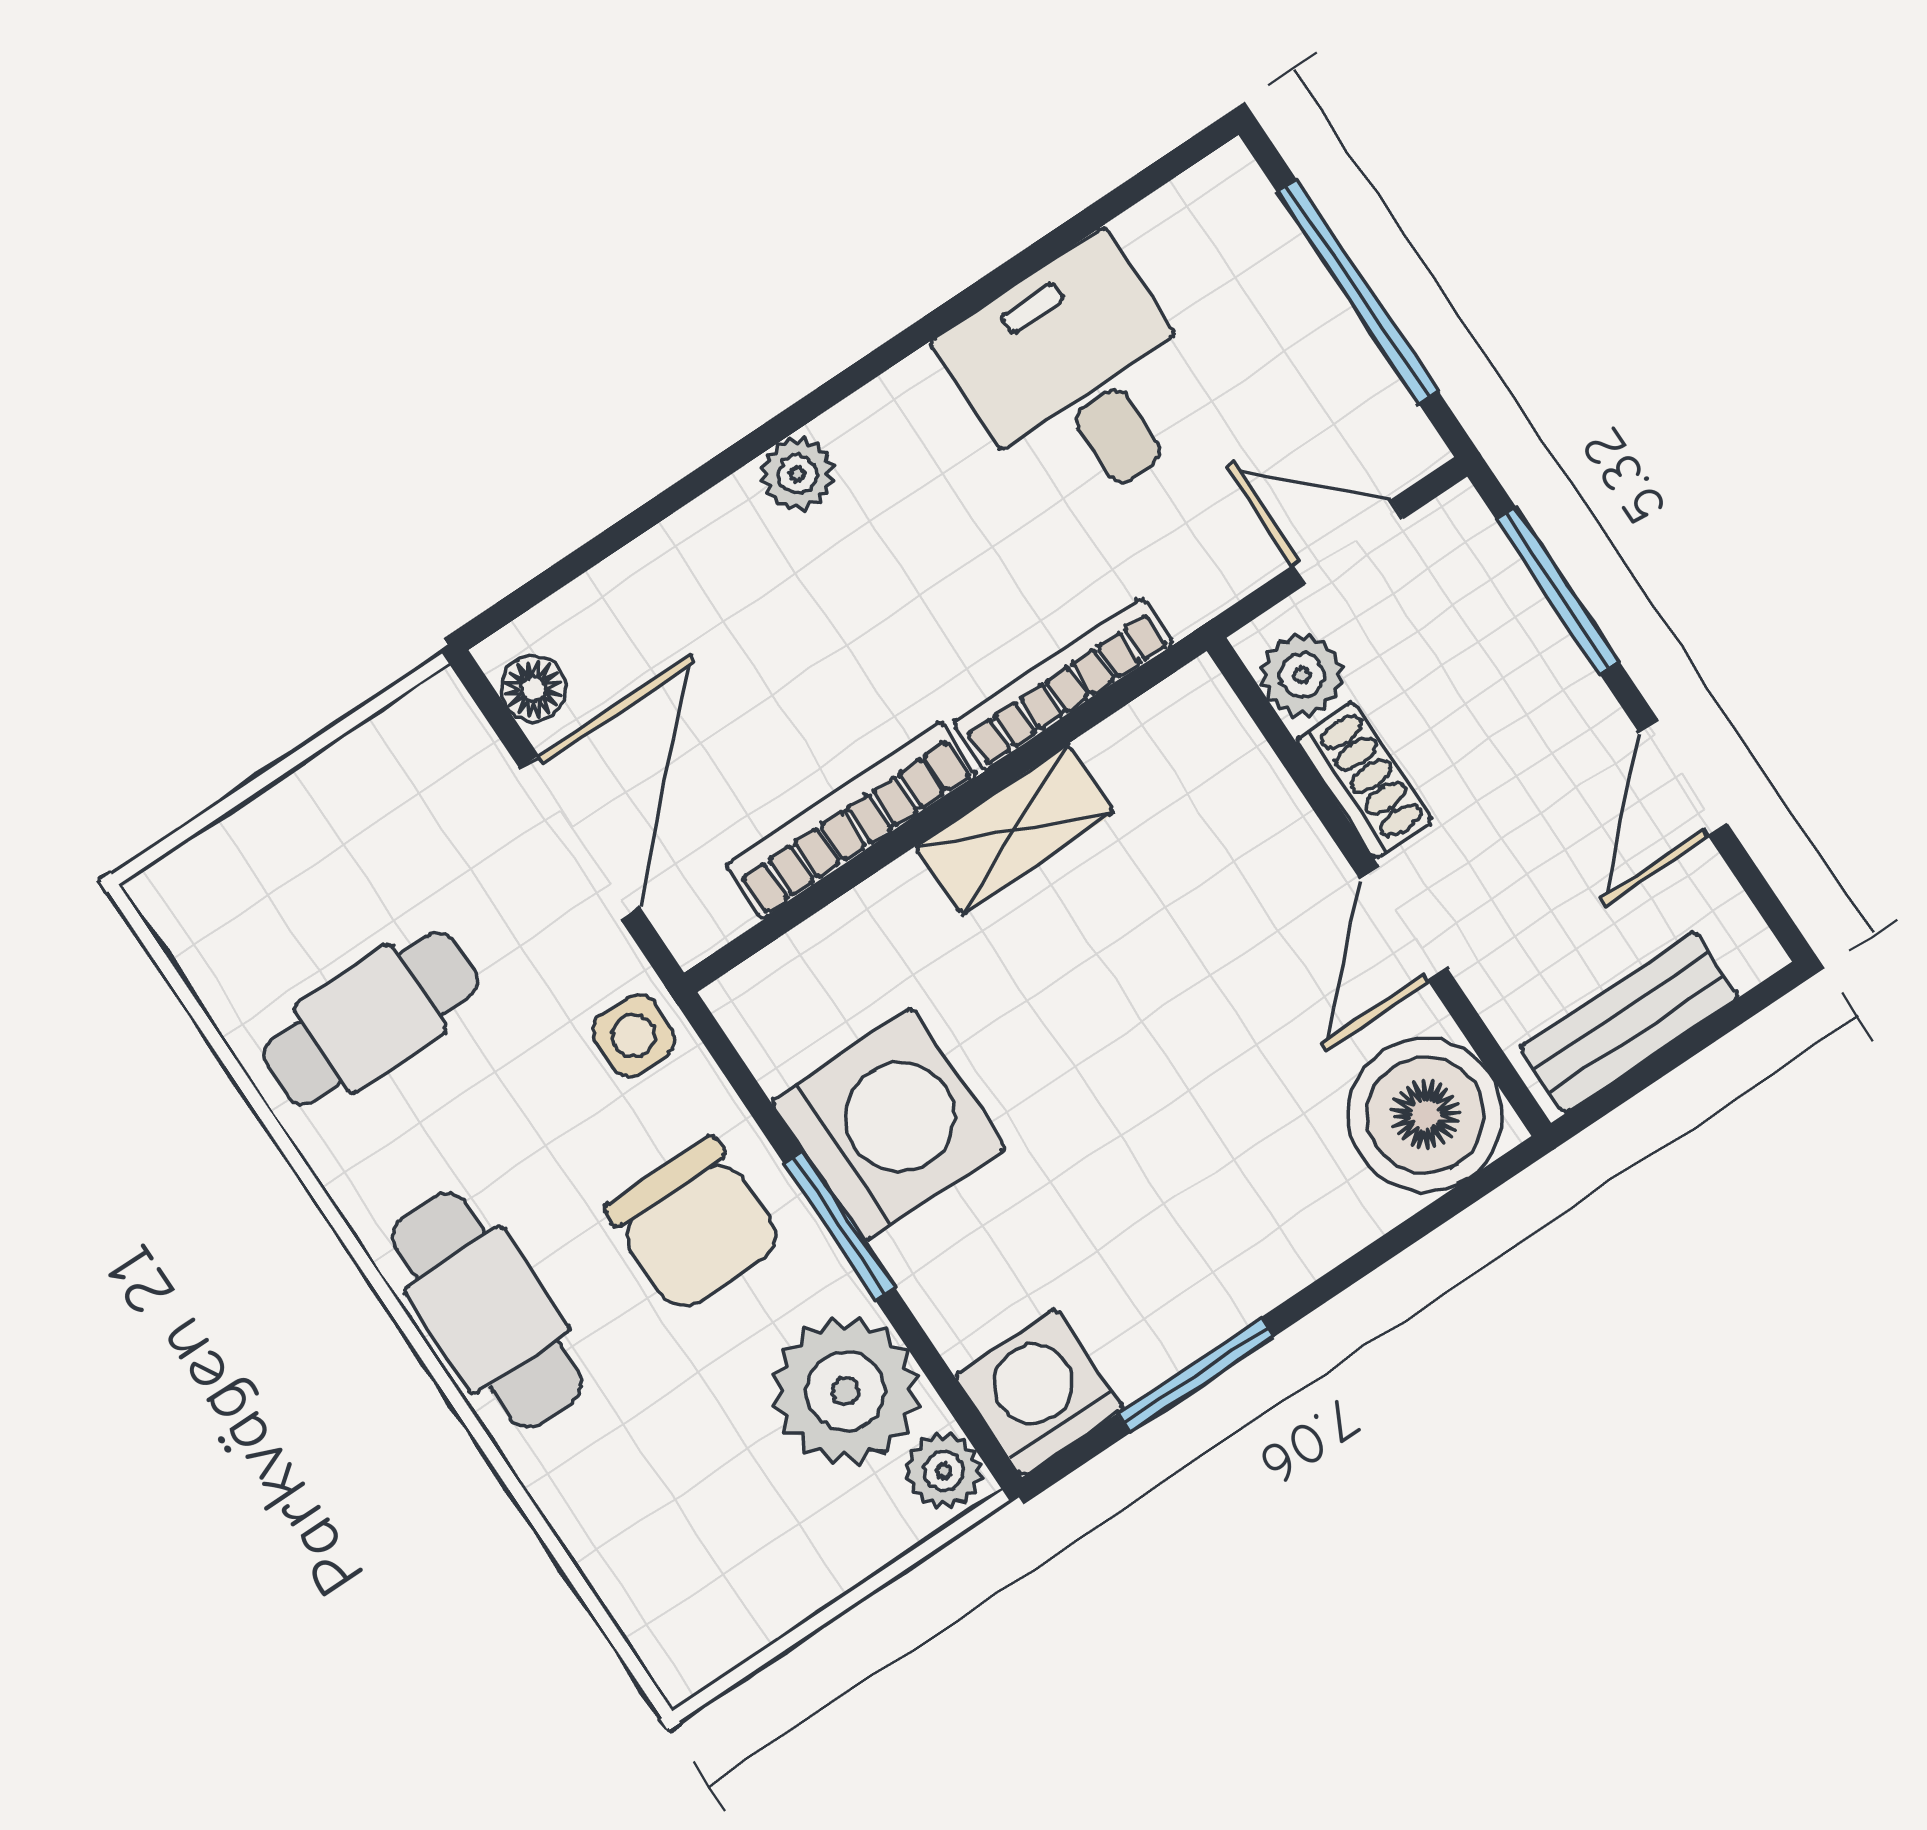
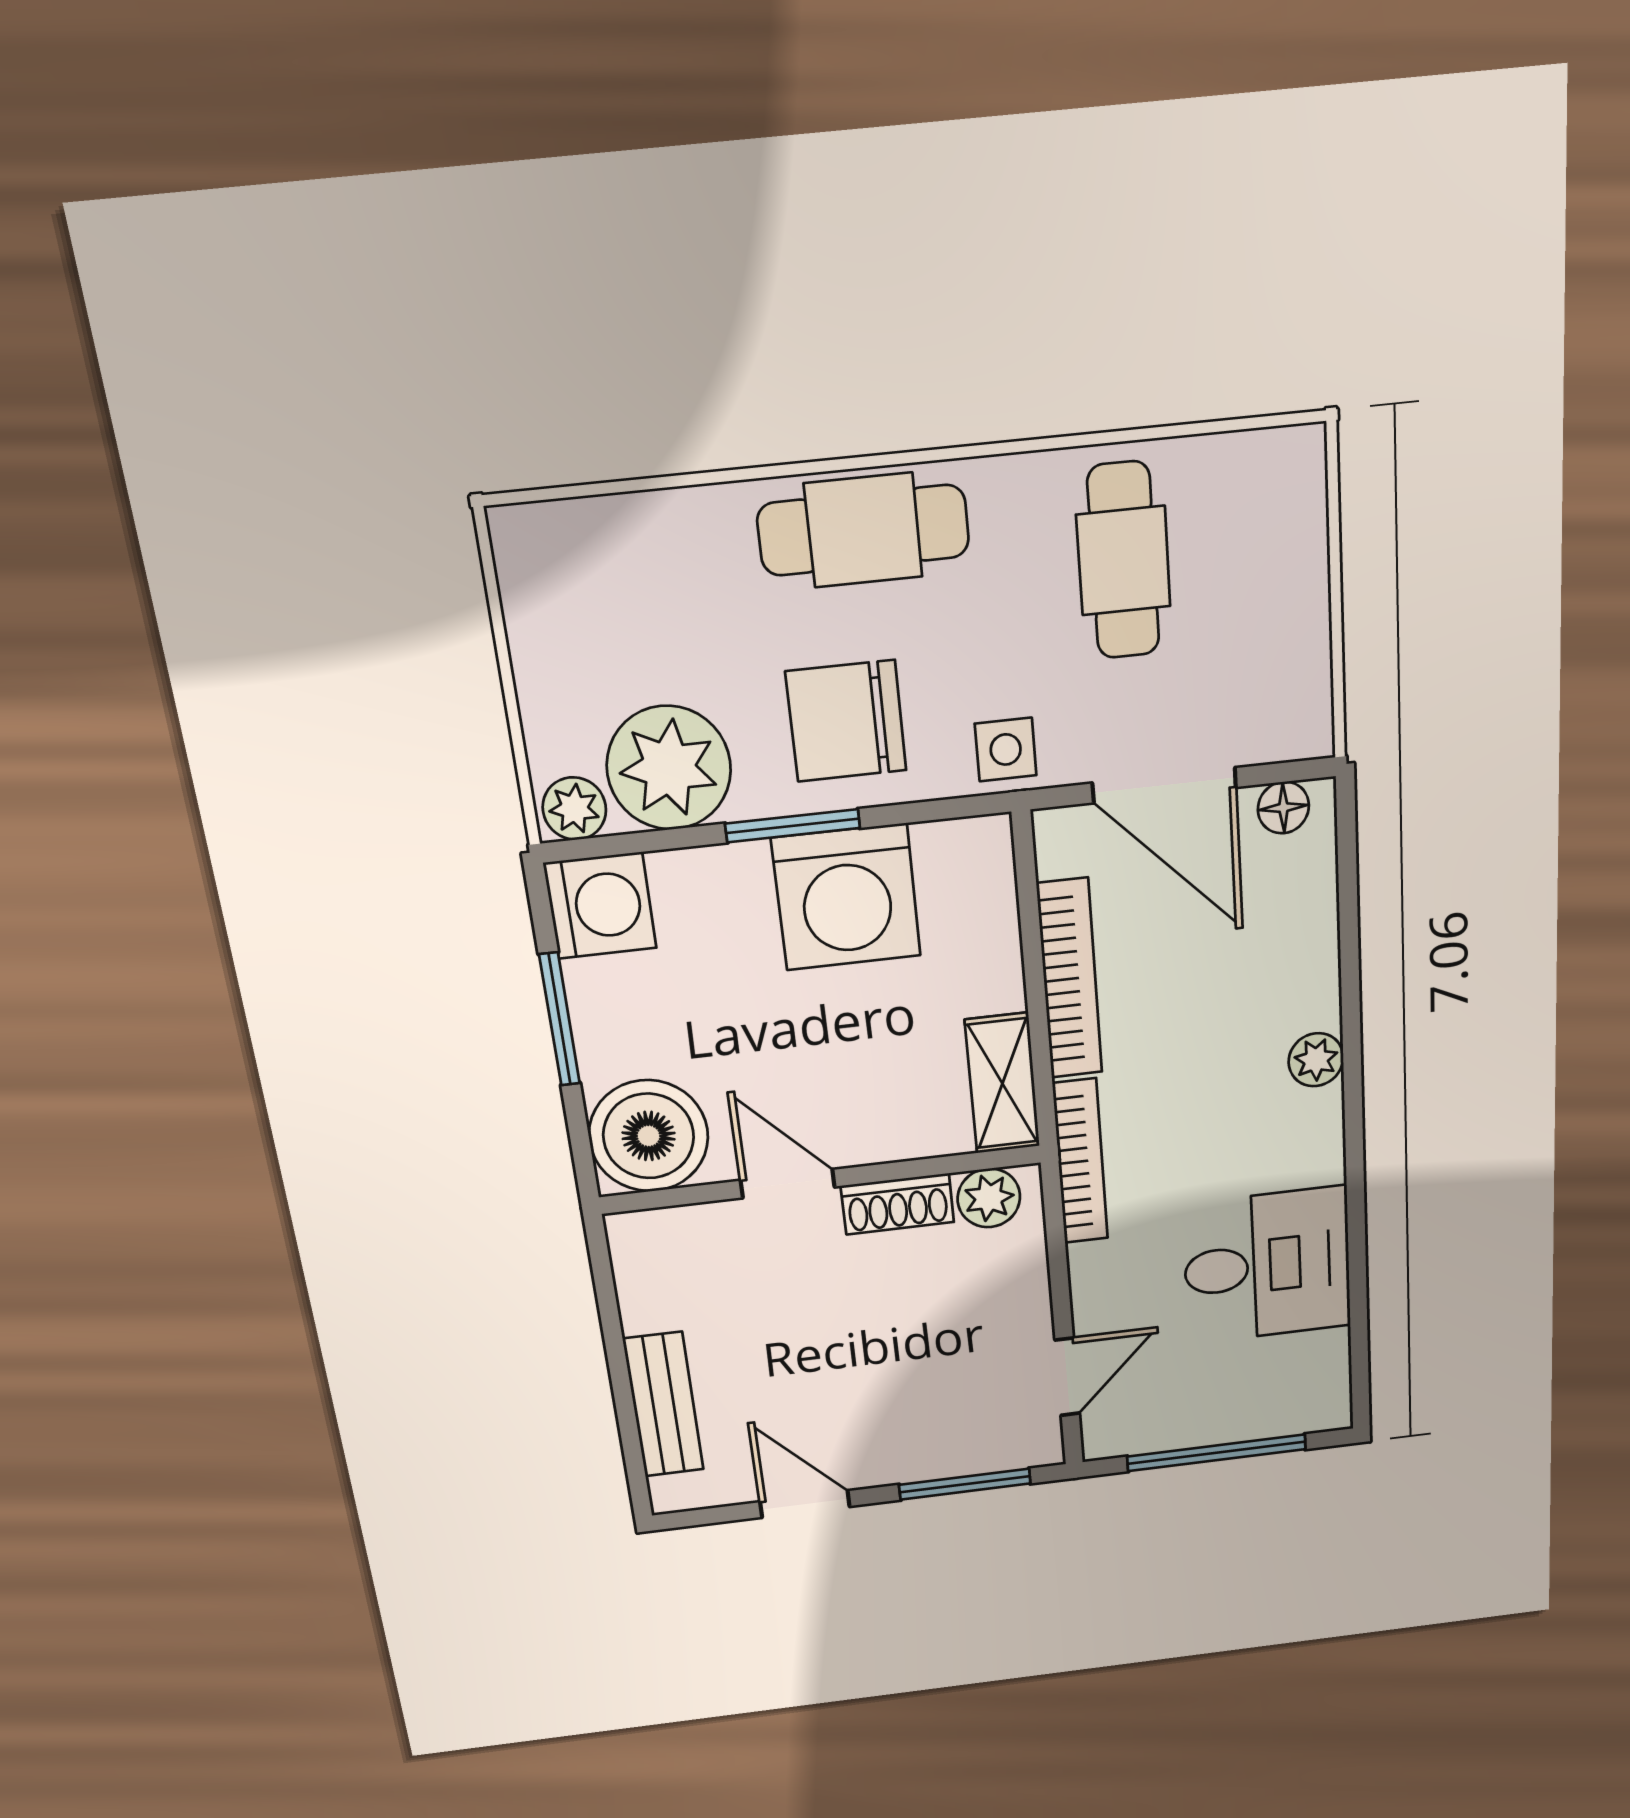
plant: (1302, 675) -> (989, 1198), moved
shoe rack: (1364, 781) -> (898, 1204), moved
wall: (1379, 887) -> (821, 1180), moved
door: (1404, 924) -> (788, 1184), moved
boiler: (1425, 1115) -> (649, 1136), moved

